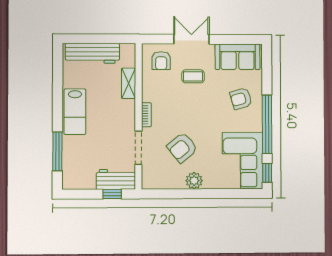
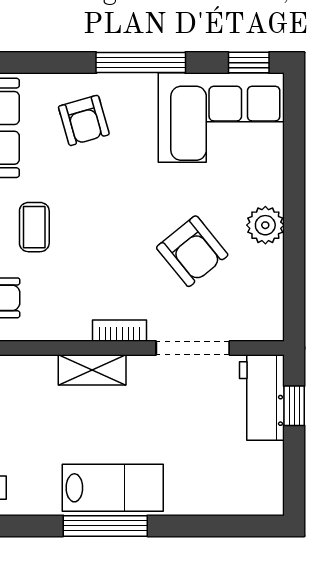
shelving: (129, 83) -> (92, 370), moved
window: (267, 124) -> (141, 63), width x0.68
window: (57, 151) -> (105, 526), moved

